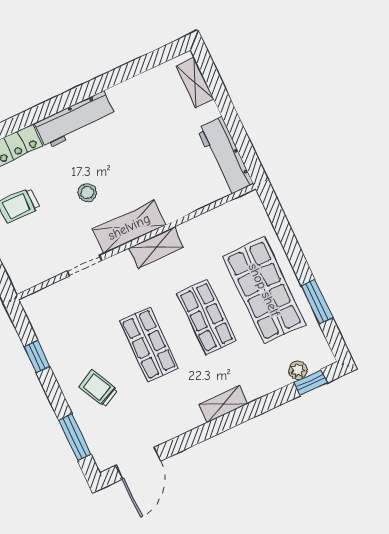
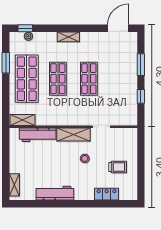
workbench: (75, 120) -> (55, 193), moved
workbench: (225, 156) -> (38, 135), moved, turned 90
shelving: (156, 248) -> (23, 120), moved
trolley: (98, 388) -> (120, 70), removed
window: (75, 437) -> (141, 65), moved

